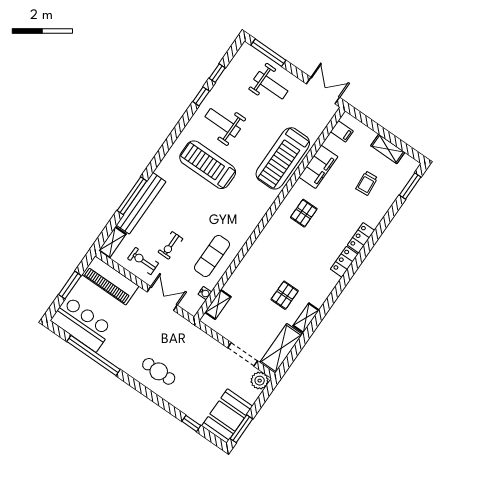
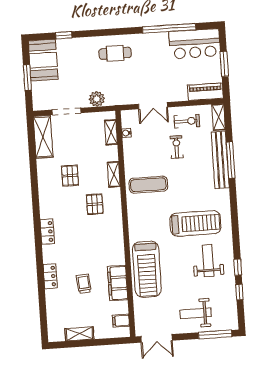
weight bench: (223, 123) -> (208, 261), turned -90
treadmill: (283, 158) -> (147, 269), turned 180
trolley: (367, 183) -> (84, 284), moved
window: (410, 186) -> (44, 321), removed
pallet: (304, 213) -> (95, 204), moved
locker: (361, 238) -> (50, 276), moved
exercise mat: (212, 256) -> (148, 185), moved, turned 90
piano: (110, 280) -> (205, 92), width x0.73, depth x0.75
shelving: (306, 318) -> (114, 174), moved
plant: (260, 381) -> (97, 99), moved
window: (241, 429) -> (27, 78), moved

